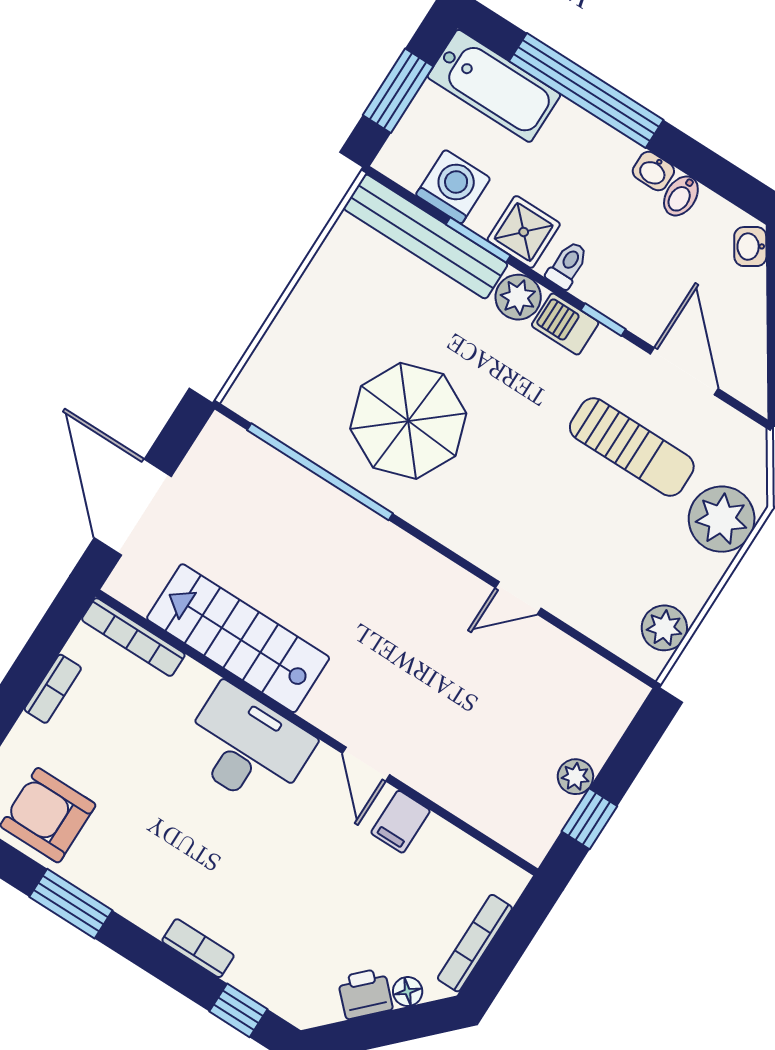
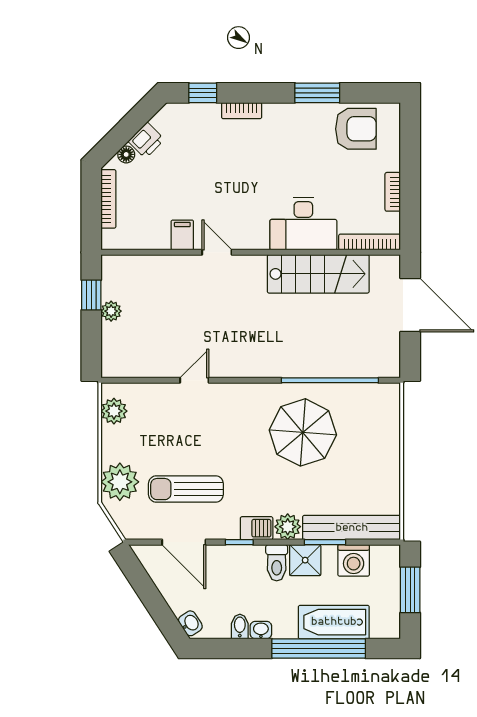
bathtub: (494, 86) -> (334, 622), moved
toilet: (567, 265) -> (277, 563), width x1.37, depth x1.39
desk: (247, 747) -> (303, 224), moved

